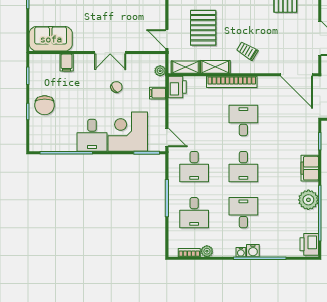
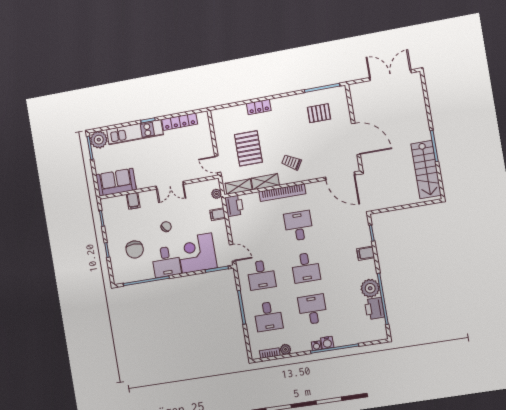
chair: (116, 87) -> (166, 227), moved
chair: (45, 105) -> (135, 249), moved
filing cabinet: (310, 168) -> (366, 253), width x0.50
printer: (309, 244) -> (374, 308), moved

